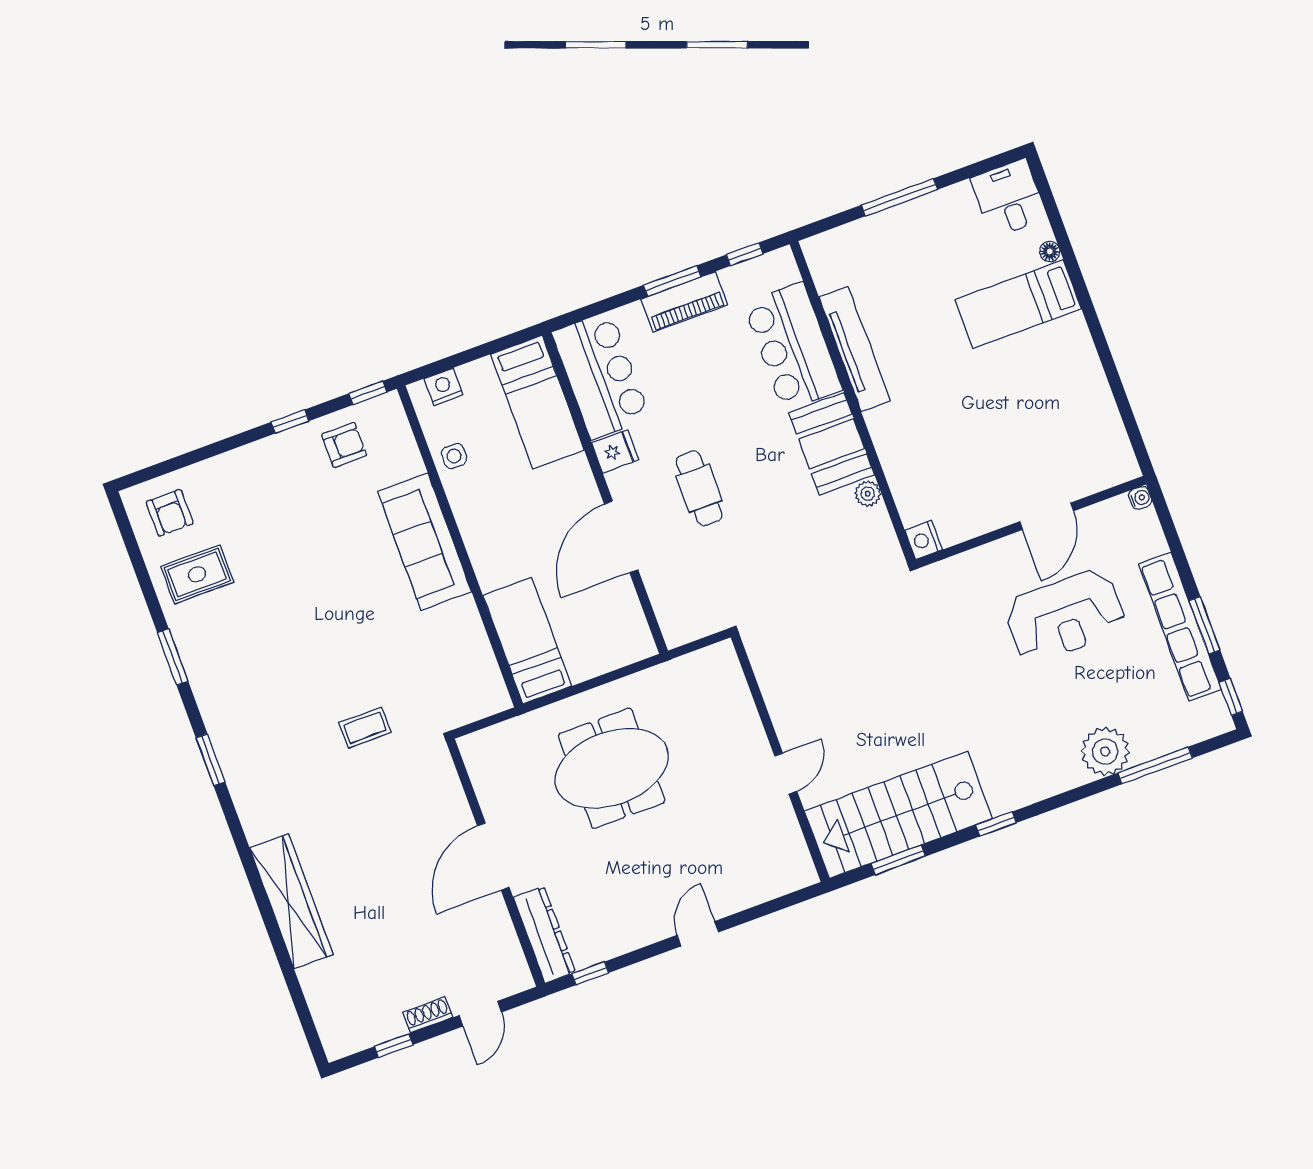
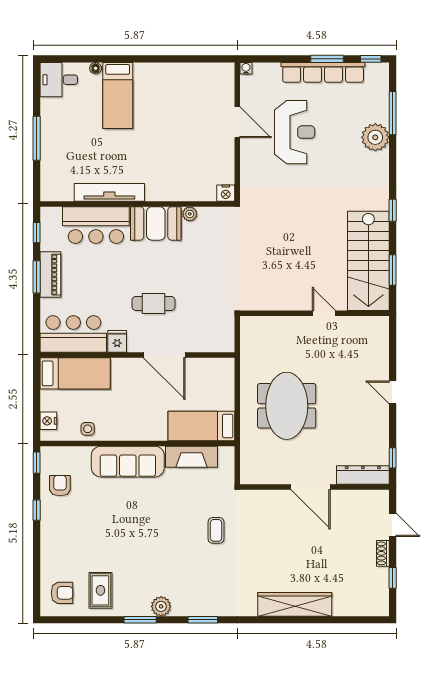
fireplace: (471, 643) -> (192, 457), added
plant: (207, 683) -> (161, 606), added

